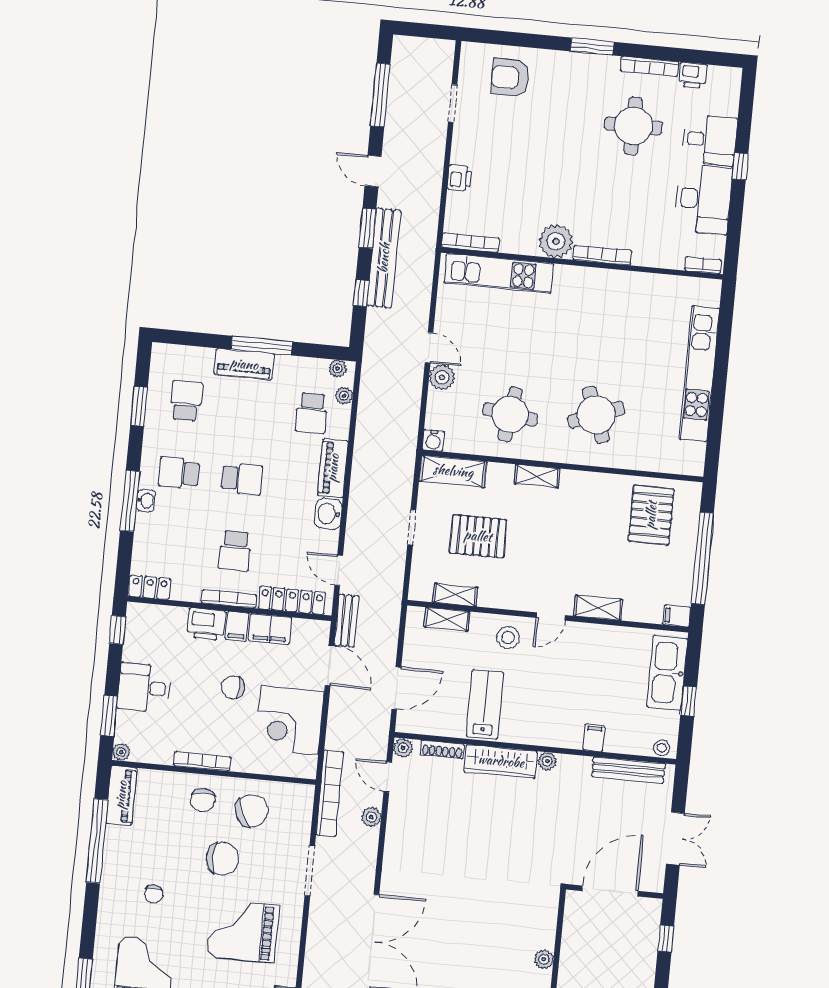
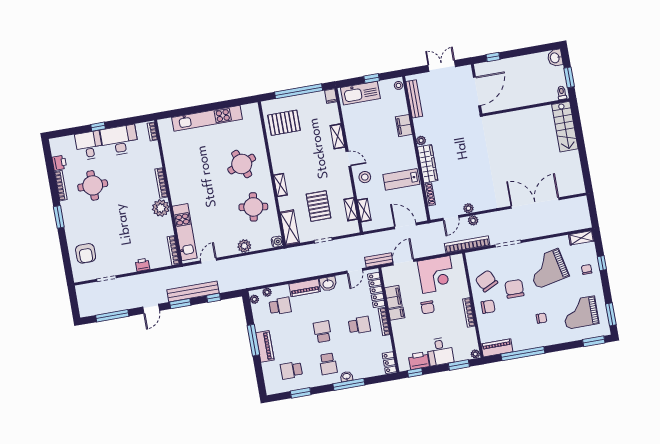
door: (429, 348) -> (209, 261), moved
printer: (206, 624) -> (419, 361), moved, turned -90
filing cabinet: (594, 738) -> (404, 126), width x2.00
plant: (403, 748) -> (468, 208), moved
door: (610, 891) -> (477, 91), swing flipped
grand piano: (243, 931) -> (548, 269), turned 78
plant: (544, 959) -> (520, 115), removed

